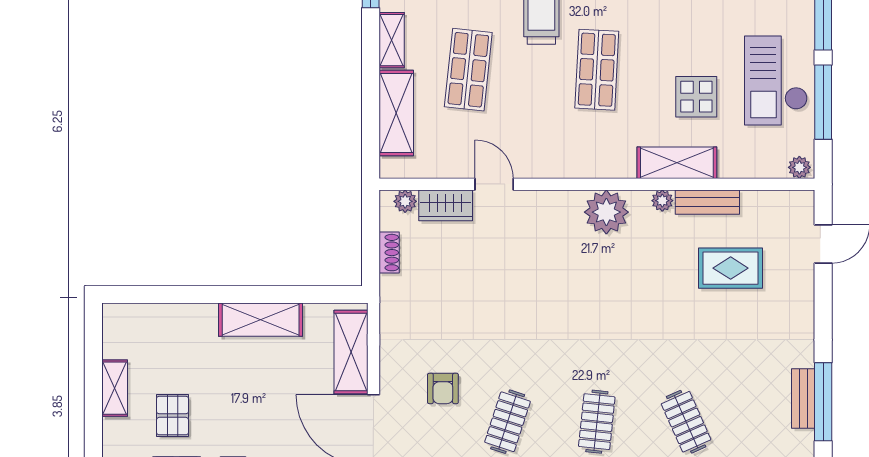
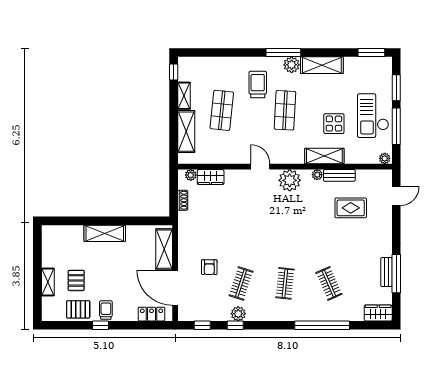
door: (494, 184) -> (260, 167), moved
shelving: (261, 320) -> (105, 233), moved
shelving: (115, 388) -> (48, 282), moved

